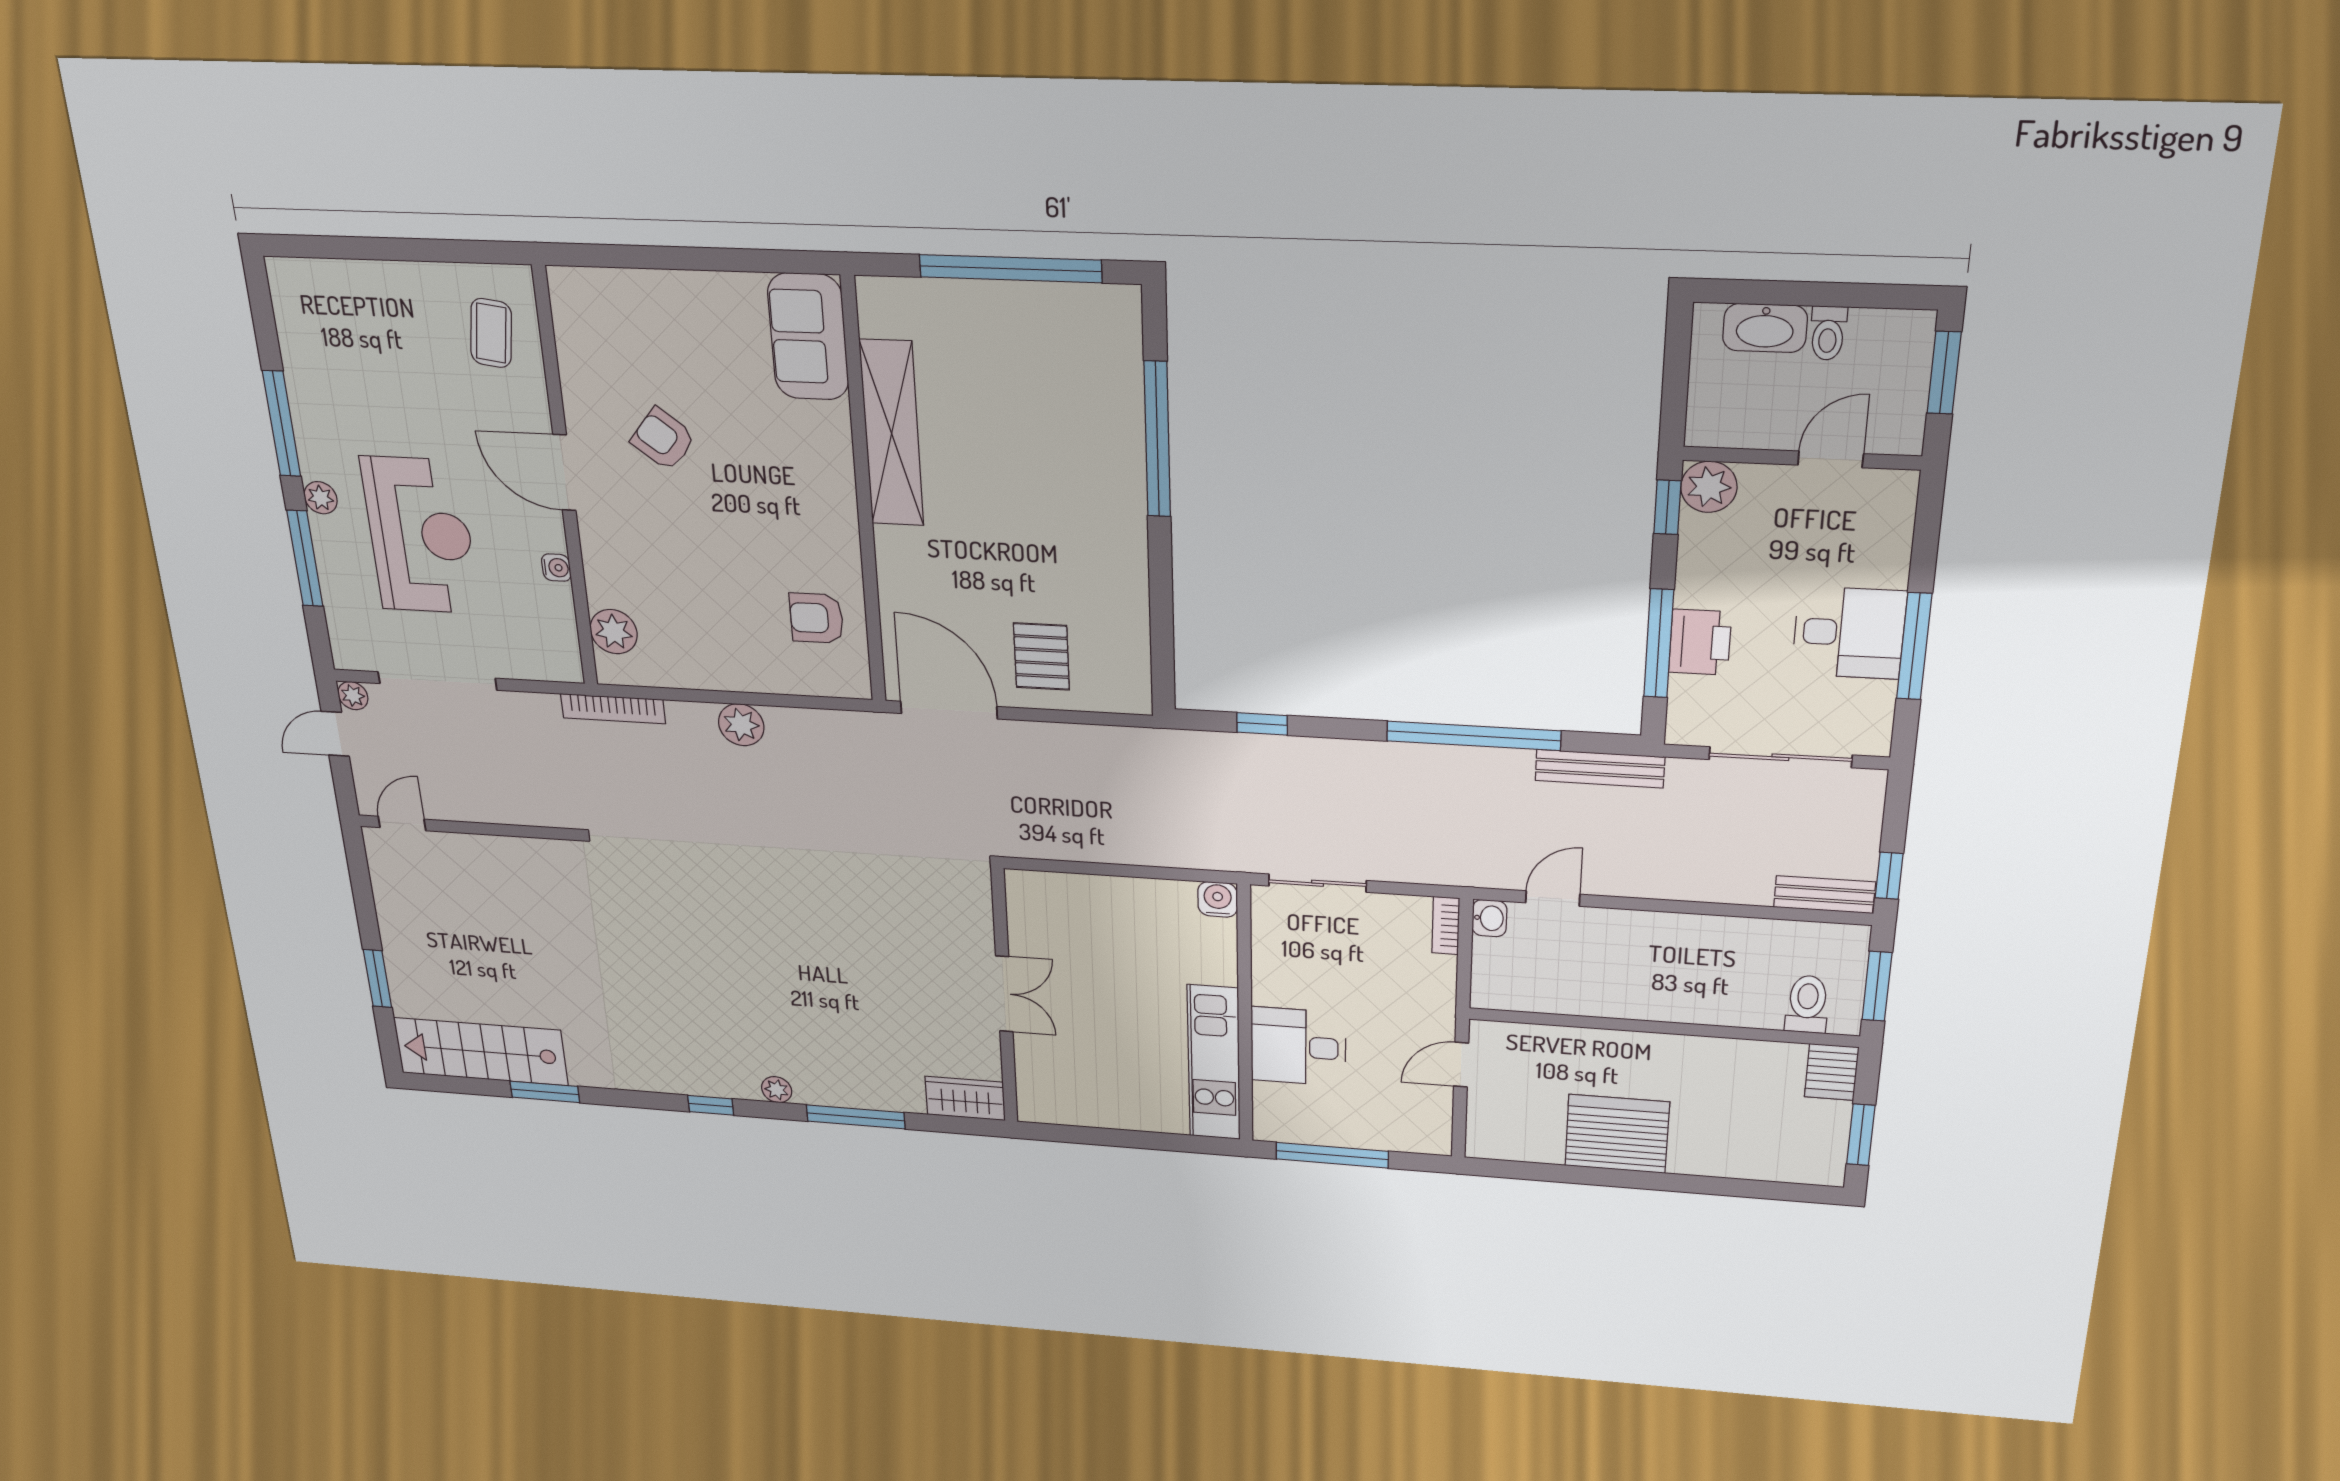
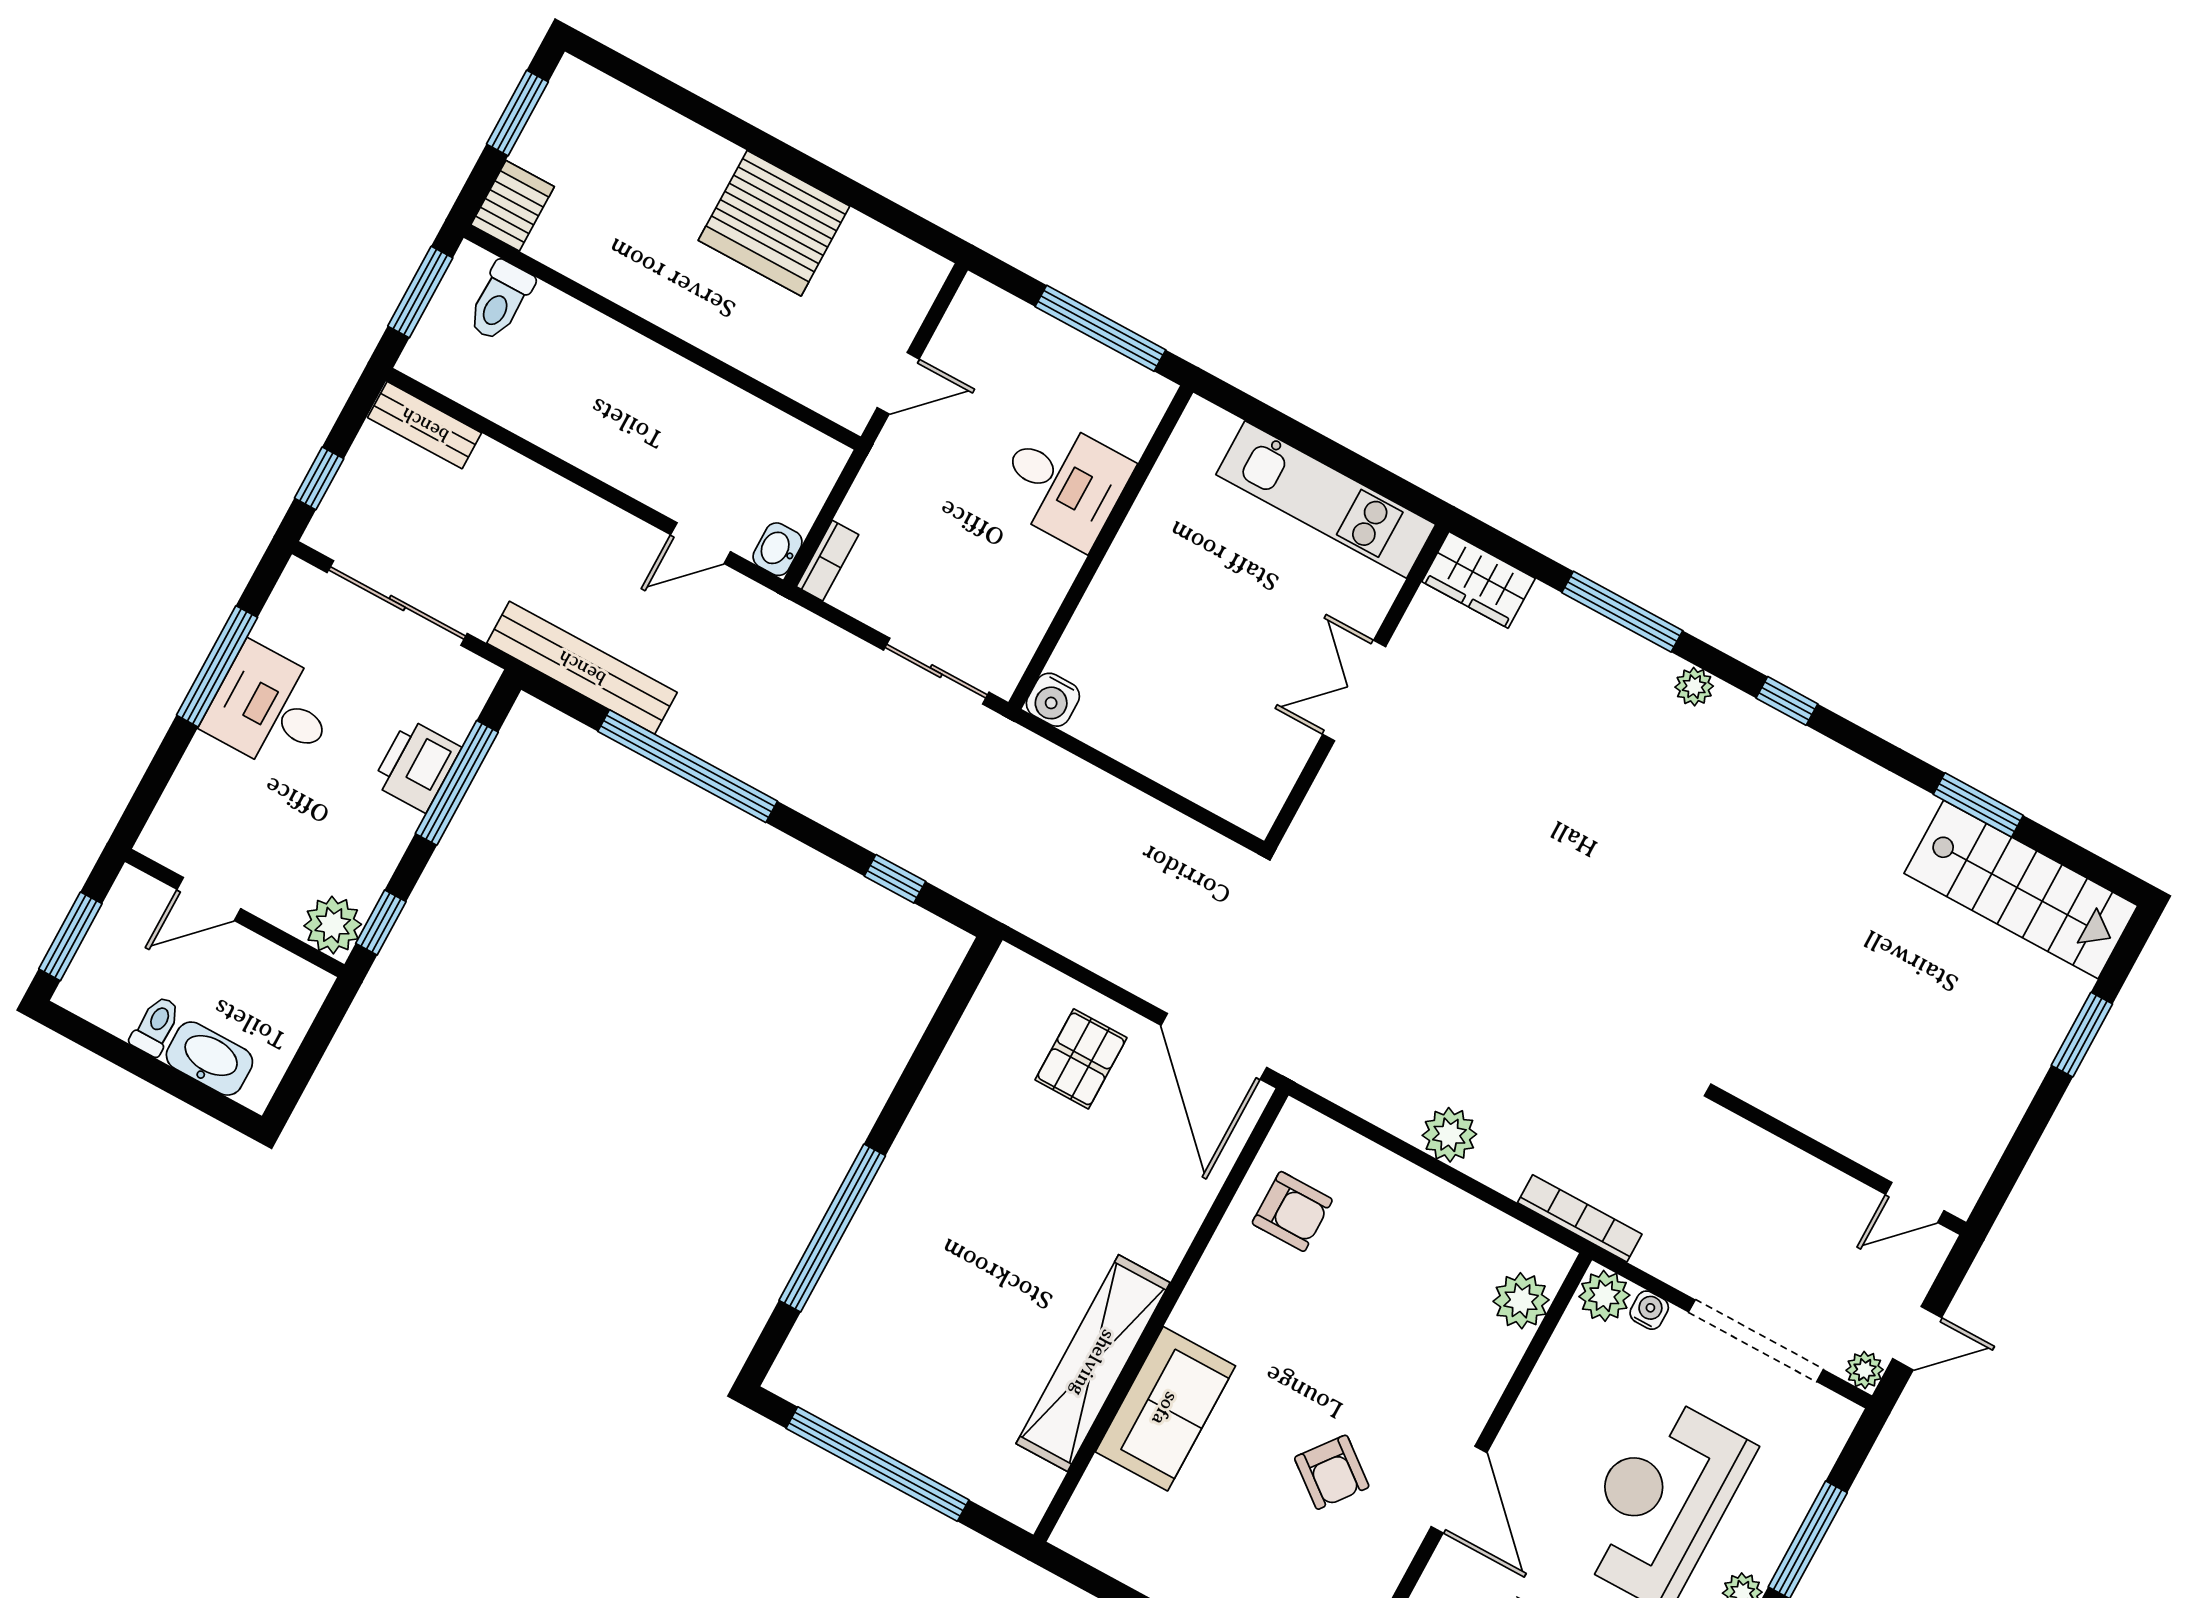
sofa: (808, 337) -> (1165, 1409), moved
water cooler: (556, 568) -> (1649, 1310), moved, turned 90
plant: (559, 663) -> (1604, 1296), added
bench: (1600, 769) -> (582, 668), width x1.37, depth x1.21
window: (1889, 876) -> (319, 478), moved
kitchen unit: (1214, 1063) -> (1326, 499), moved, turned 90

